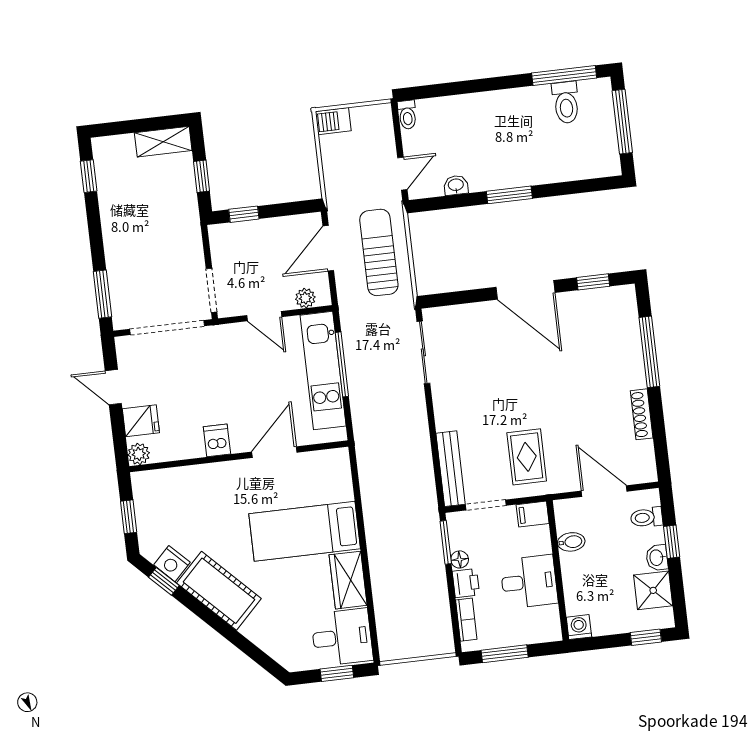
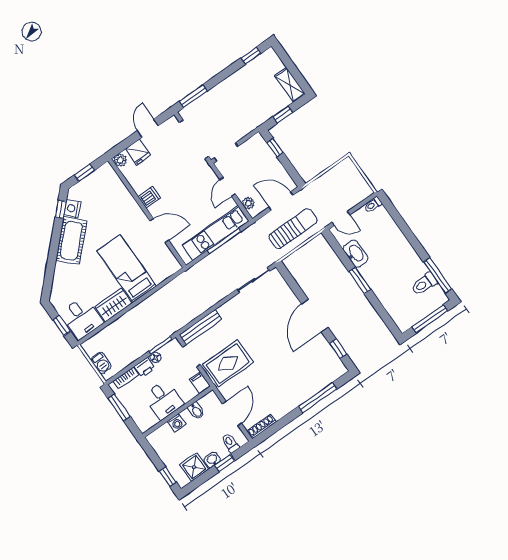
barbecue: (333, 121) -> (101, 363), moved, turned 180
washbasin: (456, 185) -> (355, 254), width x1.91, depth x1.45
shoe rack: (642, 414) -> (261, 426), moved
rug: (527, 457) -> (228, 363), width x1.36, depth x1.43
washing machine: (579, 627) -> (177, 423), moved, turned 90

